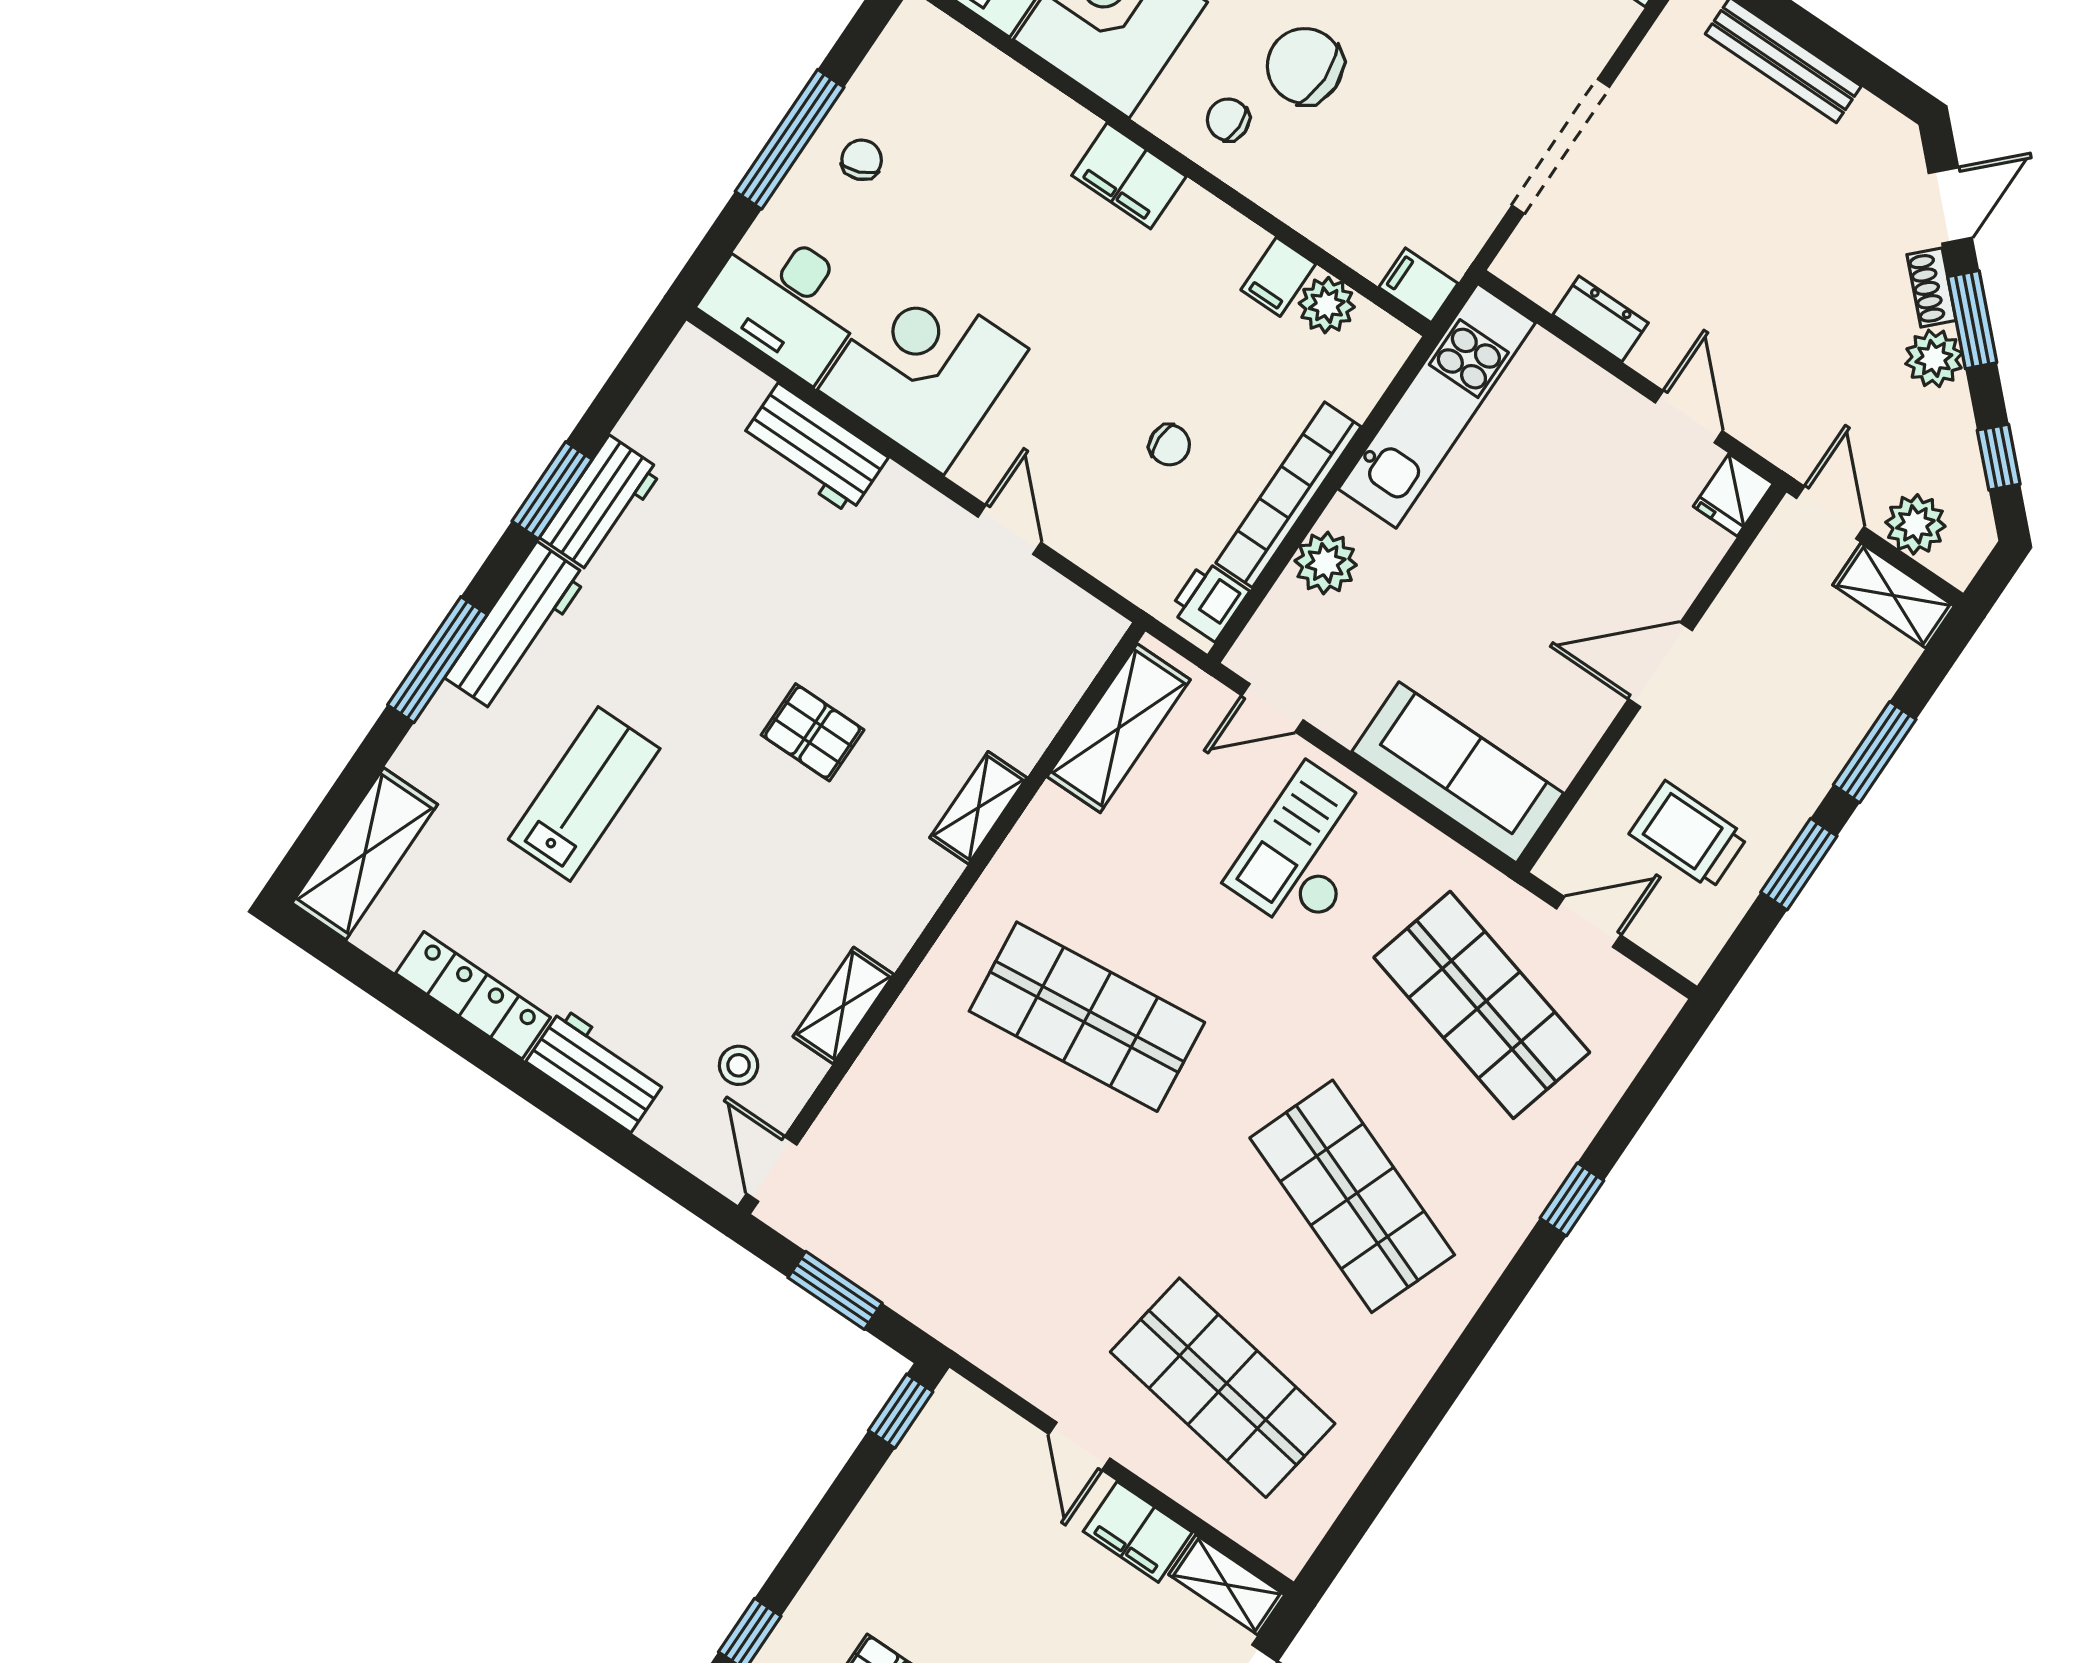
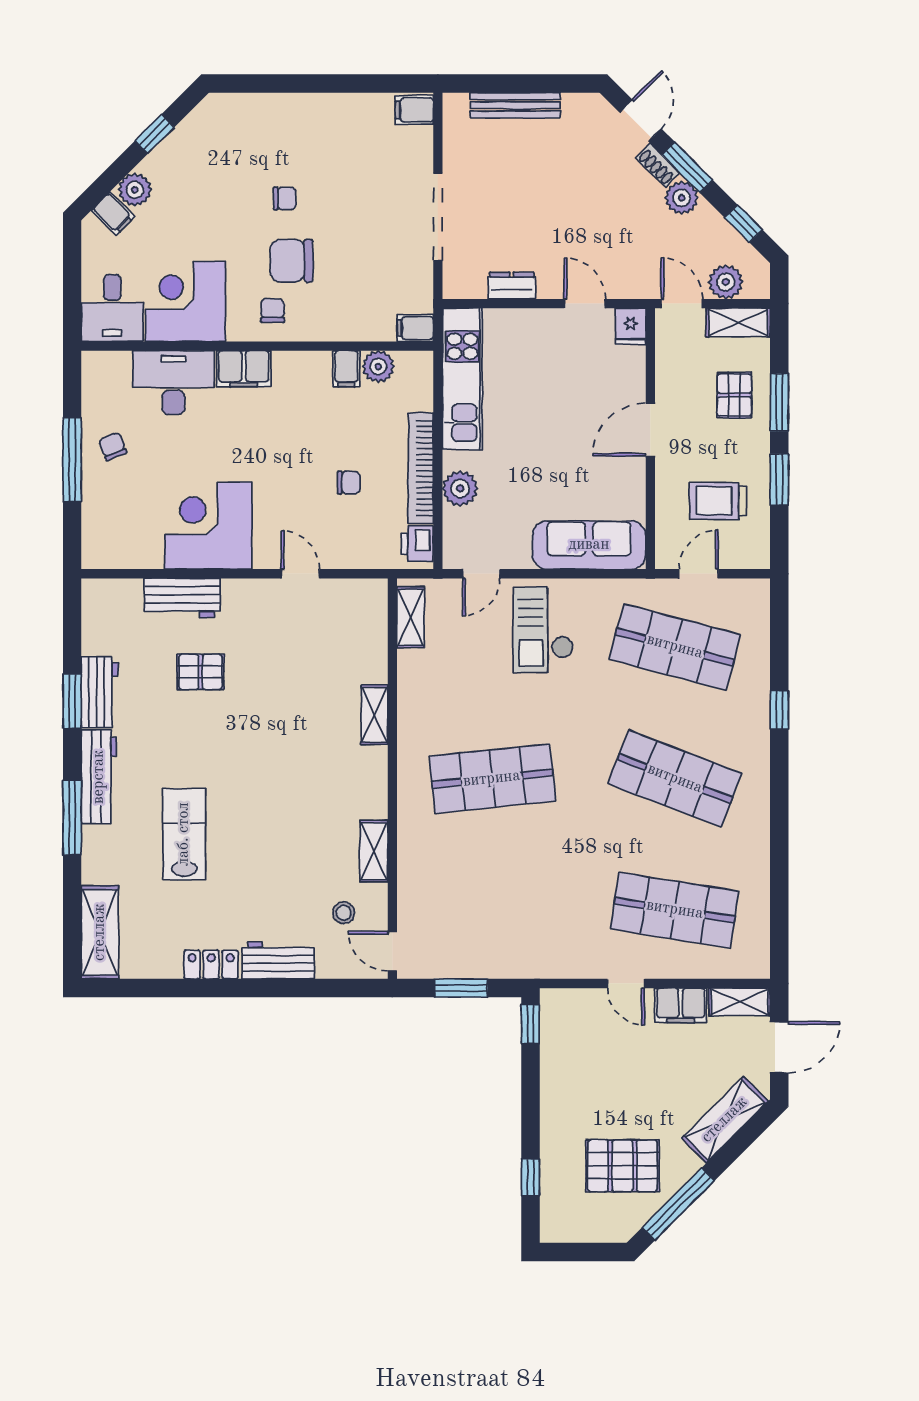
chair: (1228, 120) -> (273, 311), turned 90
desk: (786, 301) -> (173, 383), moved, turned 180
pallet: (1816, 697) -> (734, 395), added
shelving: (1119, 728) -> (411, 617), width x0.67, depth x0.75
pallet: (813, 732) -> (200, 672), moved
locker: (473, 995) -> (211, 965), width x0.66

